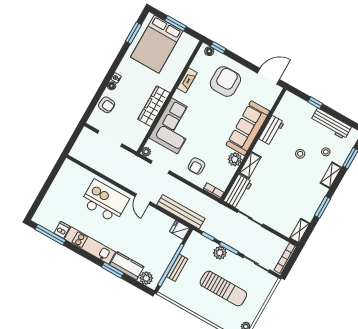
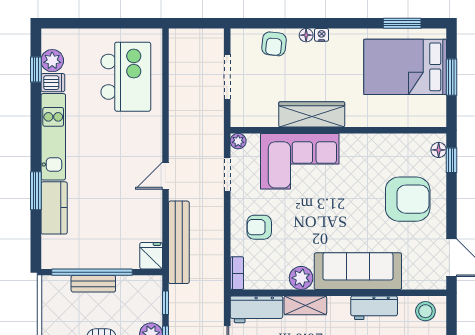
fireplace: (187, 80) -> (377, 142), removed
stool: (288, 105) -> (425, 311), added
kitchen island: (105, 201) -> (126, 77), moved
window: (50, 235) -> (36, 70), width x0.46
plant: (146, 278) -> (52, 61), moved

